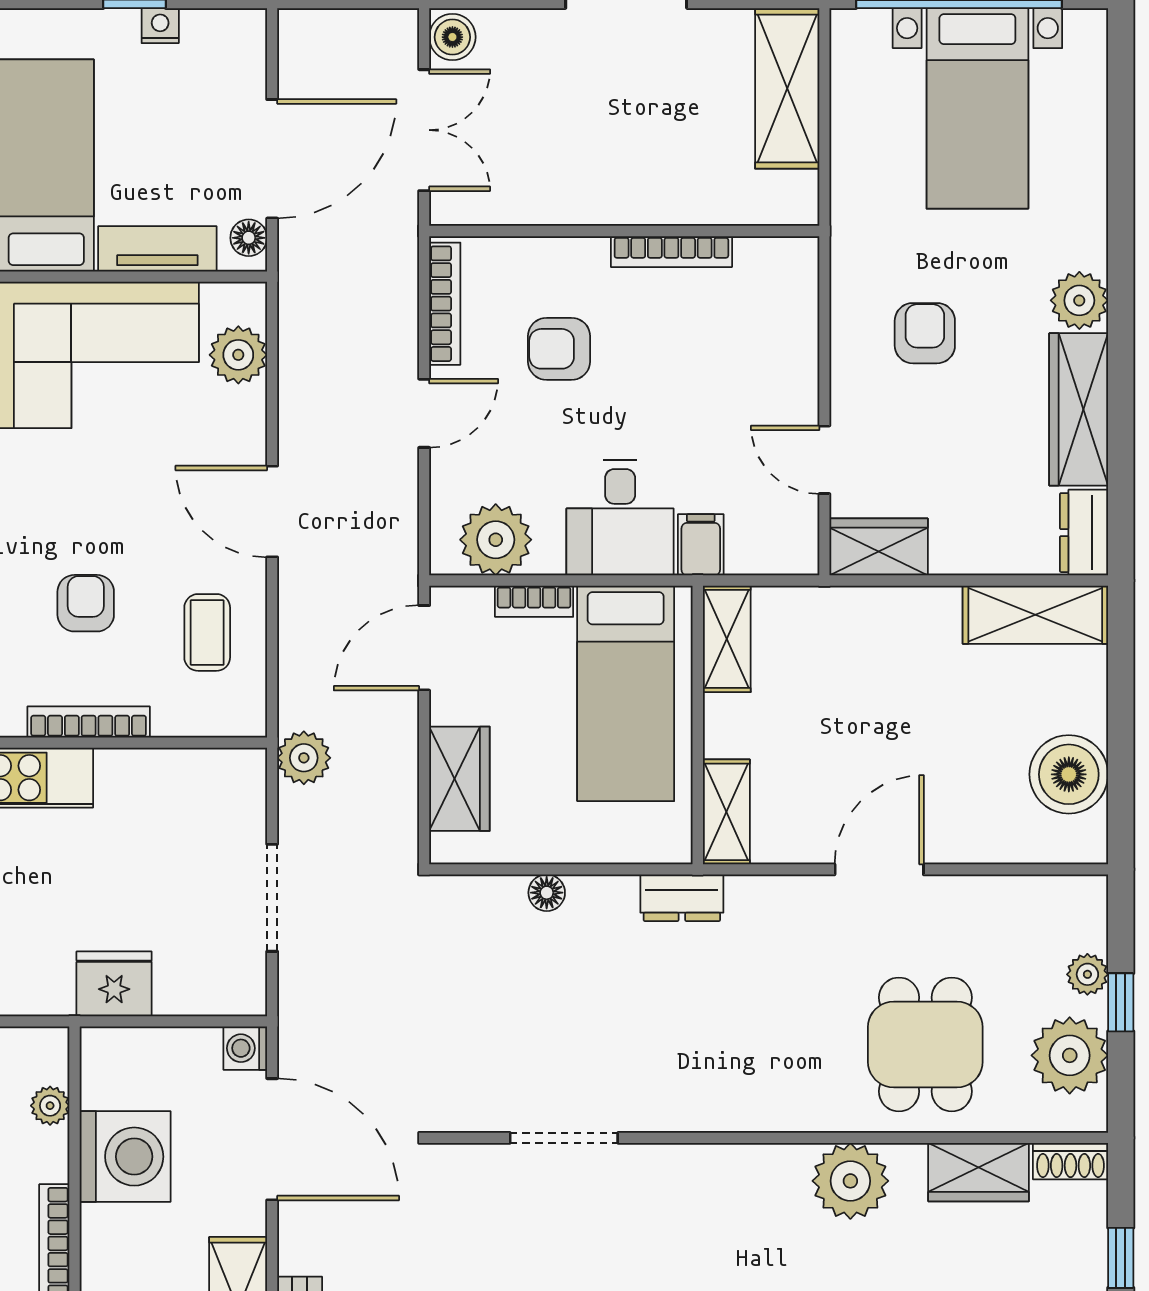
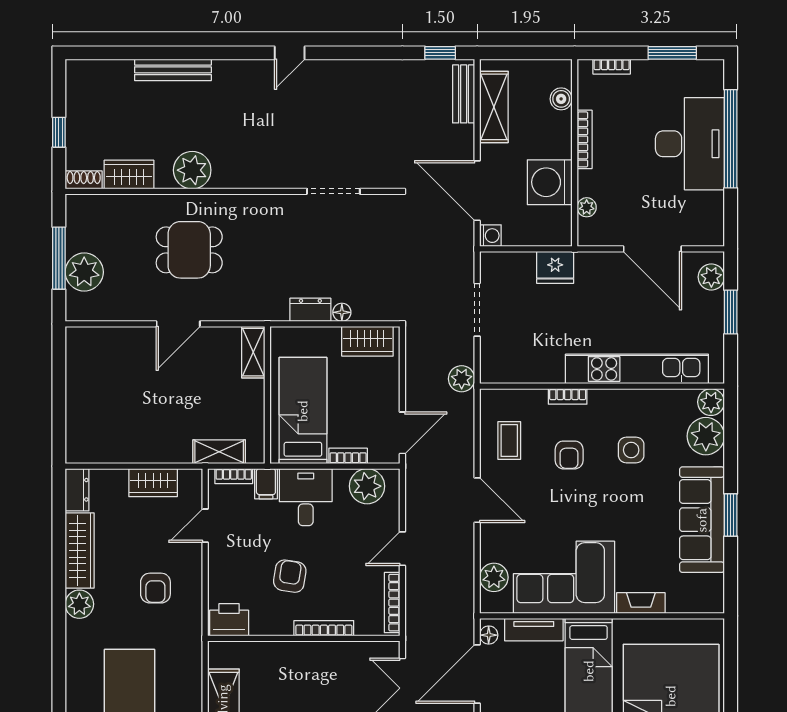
bookcase: (671, 252) -> (324, 628), moved
printer: (776, 269) -> (229, 620), added
armchair: (559, 349) -> (290, 576), moved, turned -81
door: (824, 460) -> (205, 526), swing flipped
wardrobe: (879, 547) -> (153, 483), moved
bookcase: (766, 560) -> (234, 476), added
shelving: (1035, 615) -> (101, 449), removed
shelving: (727, 639) -> (219, 452), moved, turned 90
bookcase: (89, 722) -> (568, 396), width x0.64
boiler: (1069, 774) -> (85, 371), removed
wardrobe: (459, 779) -> (367, 341), moved, turned -90
dresser: (682, 898) -> (310, 310), moved
plant: (1087, 974) -> (84, 272), width x1.88, depth x1.88
window: (1121, 1002) -> (59, 258), width x2.17
dining table: (925, 1044) -> (189, 250), moved, turned 90
plant: (1070, 1055) -> (84, 232), removed

